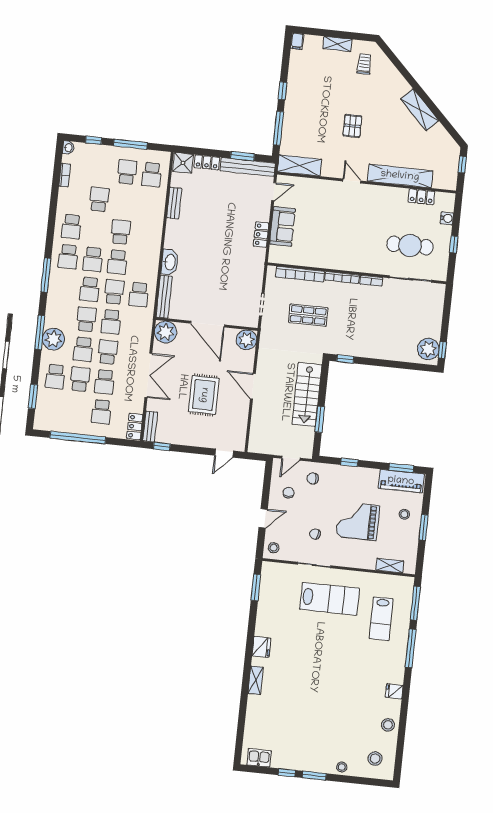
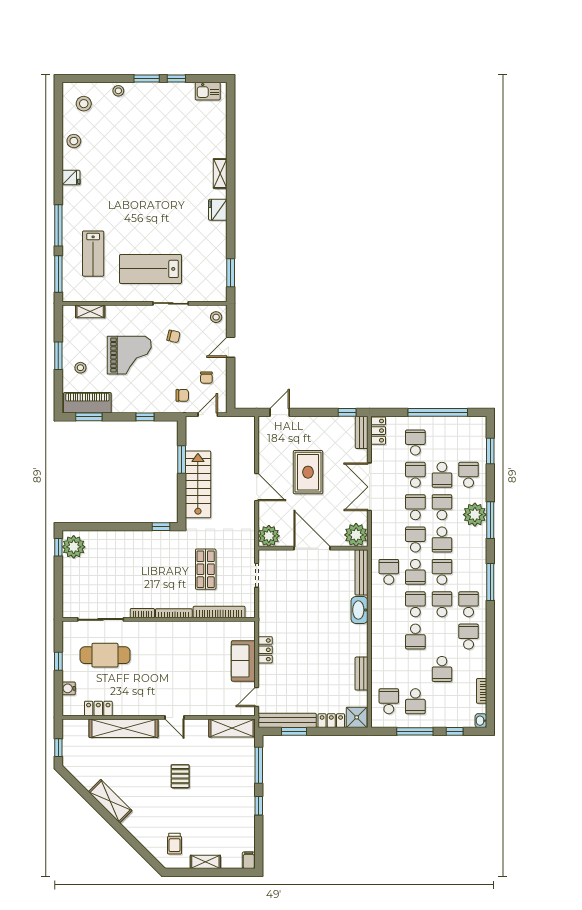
shop shelf: (308, 315) -> (206, 569), turned 90
school desk: (108, 352) -> (415, 507), turned 180
lab bench: (381, 619) -> (93, 254), turned 180

